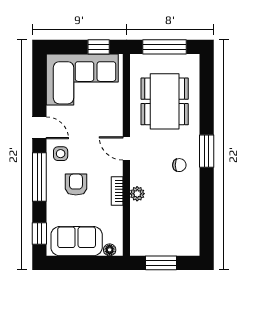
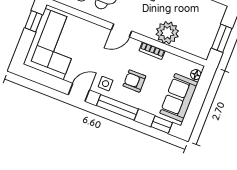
plant: (137, 194) -> (167, 33), width x1.88, depth x1.88

